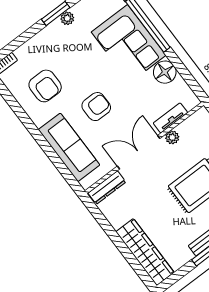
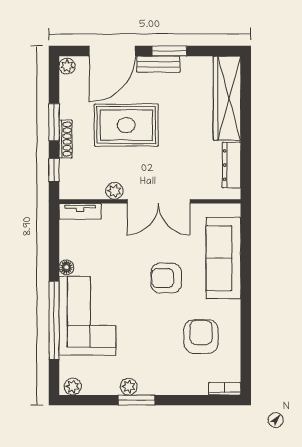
floor lamp: (165, 72) -> (66, 267), width x0.53, depth x0.53
tv unit: (170, 118) -> (80, 211), moved
dresser: (107, 188) -> (232, 165), moved, turned -90

